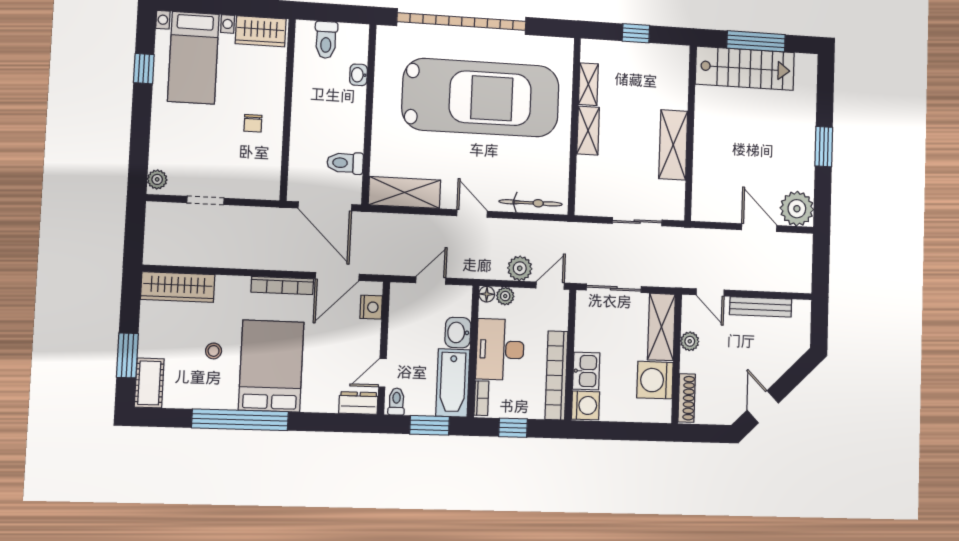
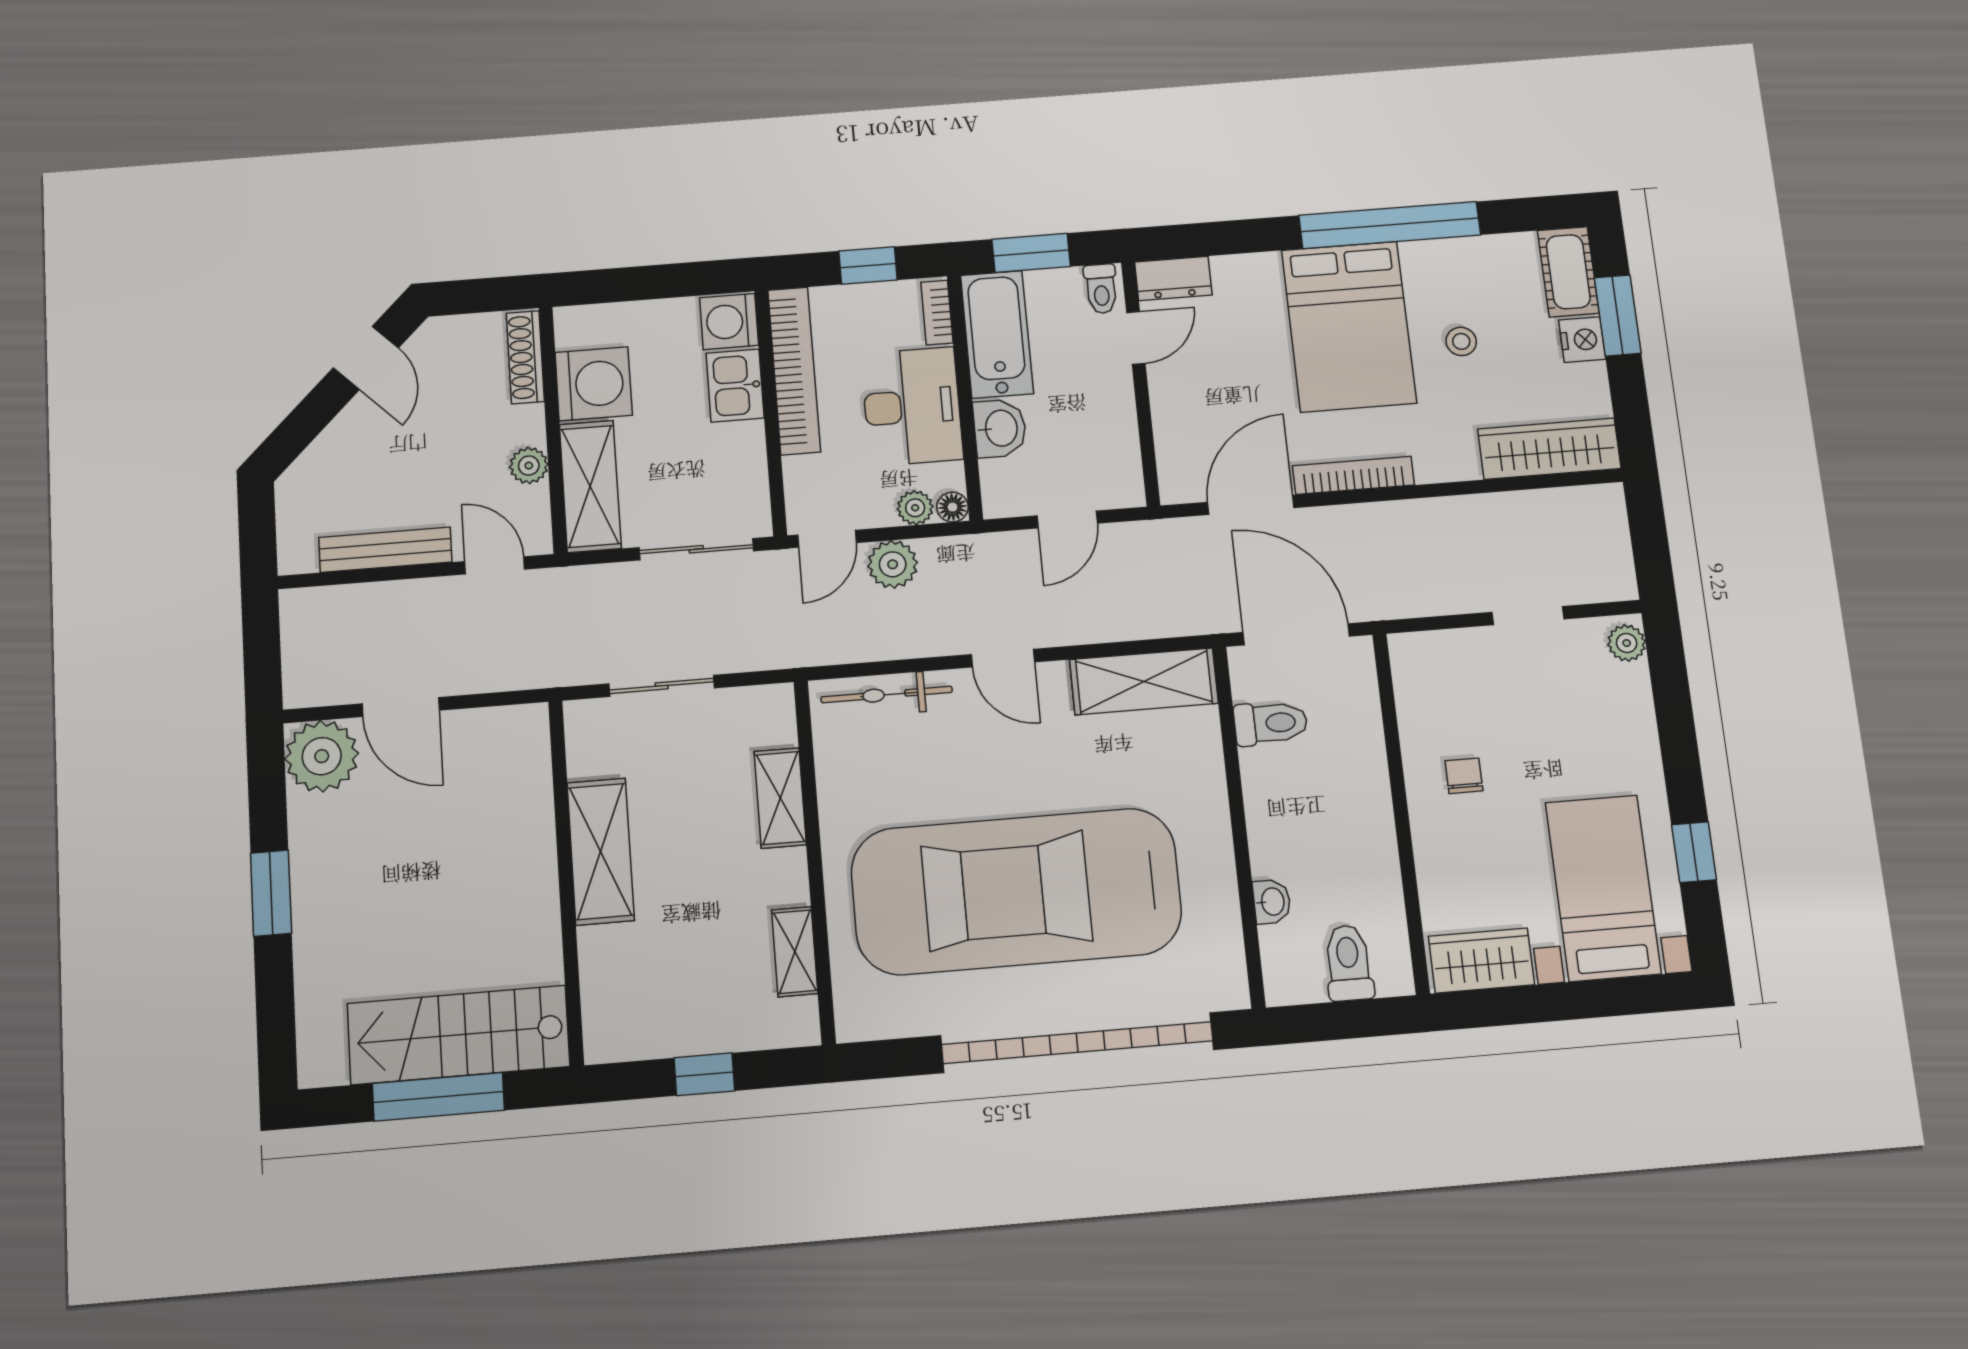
shelving: (588, 131) -> (780, 798), moved
nightstand: (371, 307) -> (1582, 340), moved, turned 180

